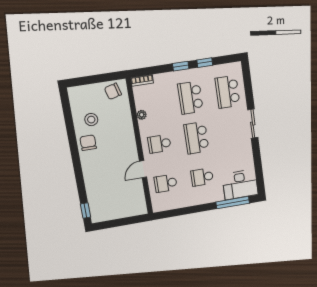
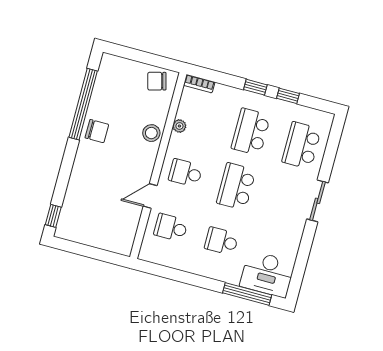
stool: (91, 120) -> (151, 133), moved
window: (70, 129) -> (83, 104), added
chair: (88, 143) -> (97, 131), turned 90

